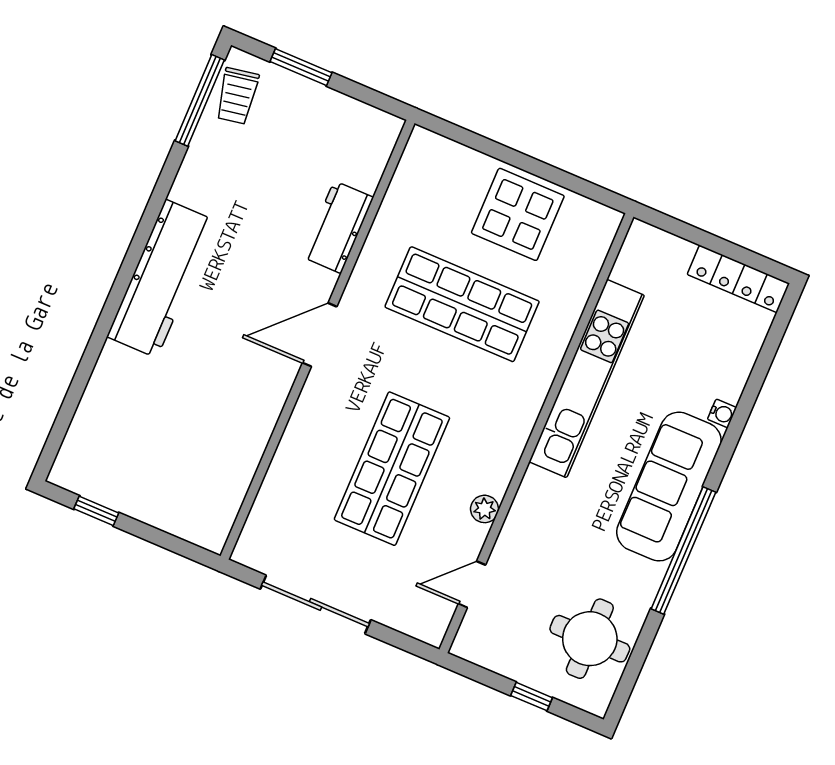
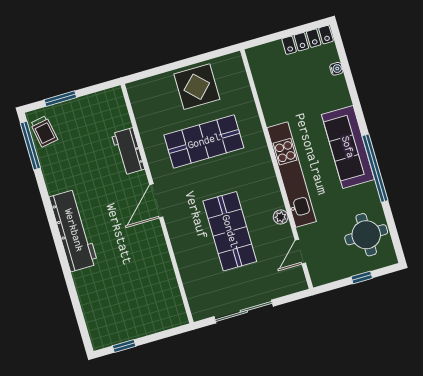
kitchen unit: (587, 378) -> (292, 175), moved
water cooler: (722, 413) -> (336, 69), moved

